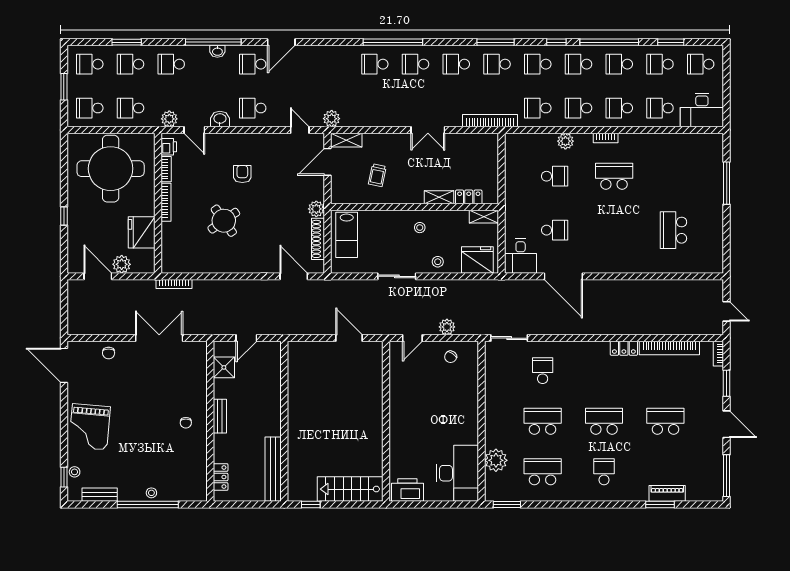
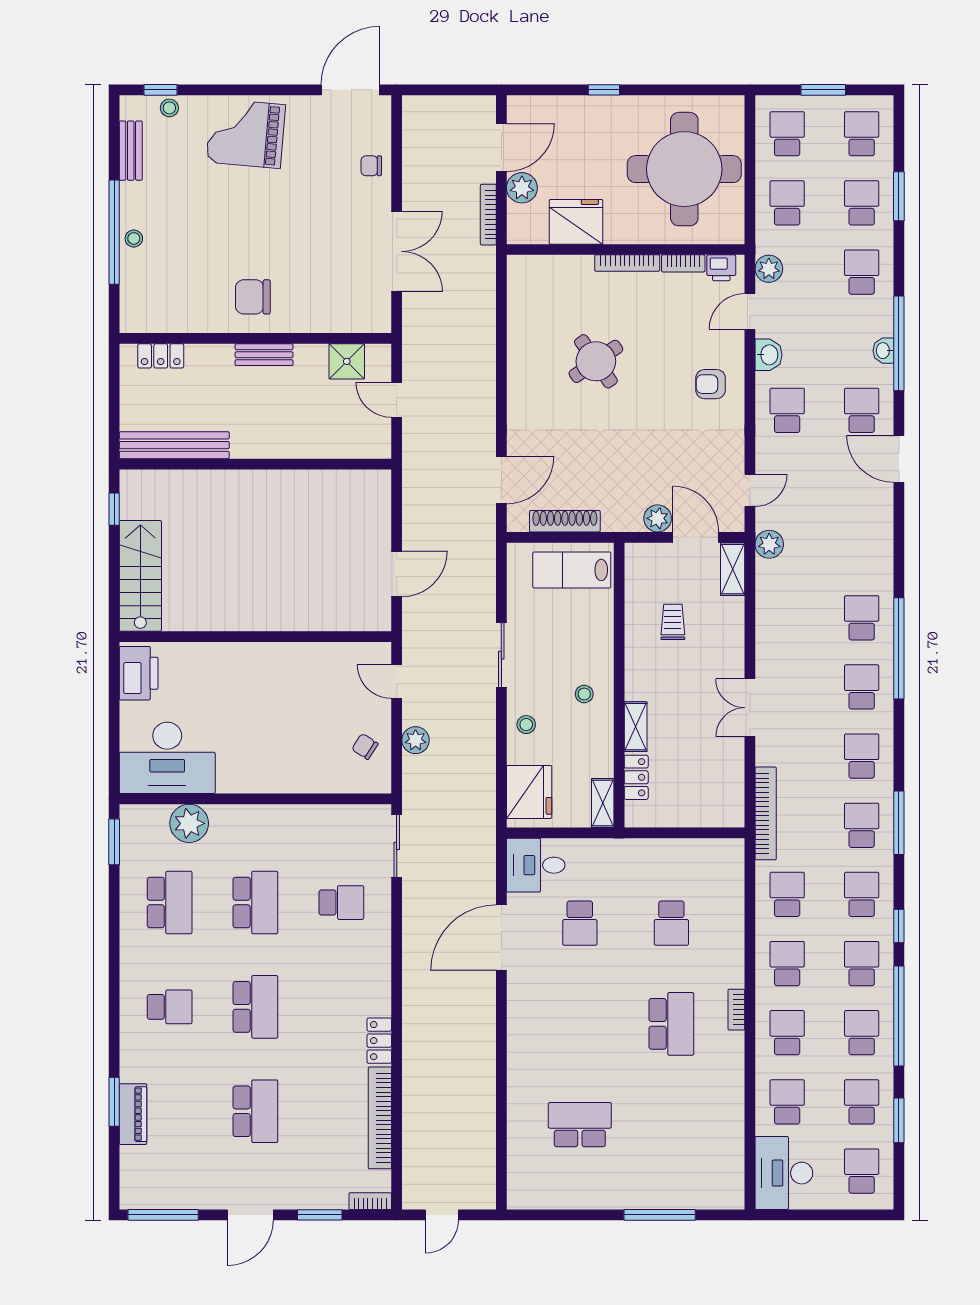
plant: (565, 141) -> (731, 941), removed
armchair: (242, 174) -> (711, 384), moved, turned 180
trolley: (377, 175) -> (673, 622), turned 78
plant: (316, 209) -> (658, 518), moved
bookcase: (174, 284) -> (488, 215), moved
chair: (186, 423) -> (253, 297), width x1.87, depth x1.87

